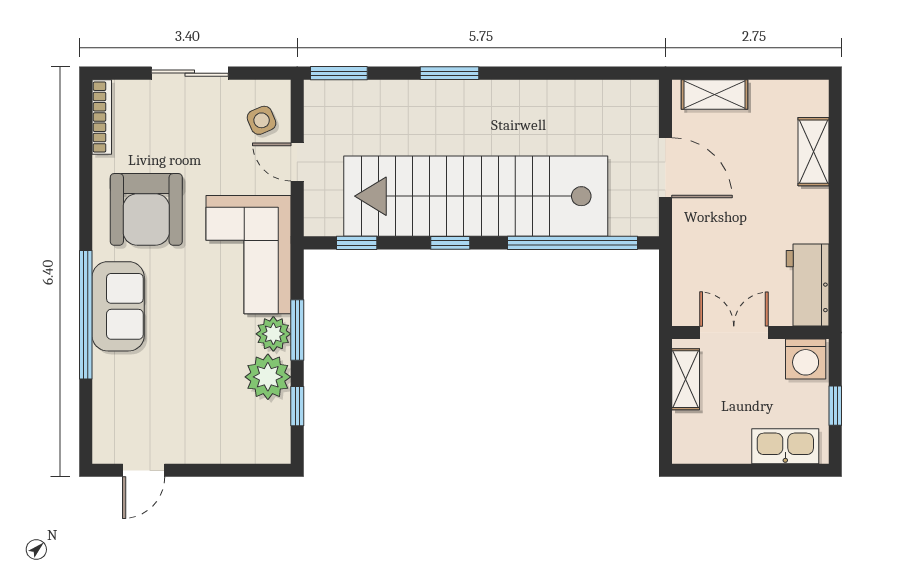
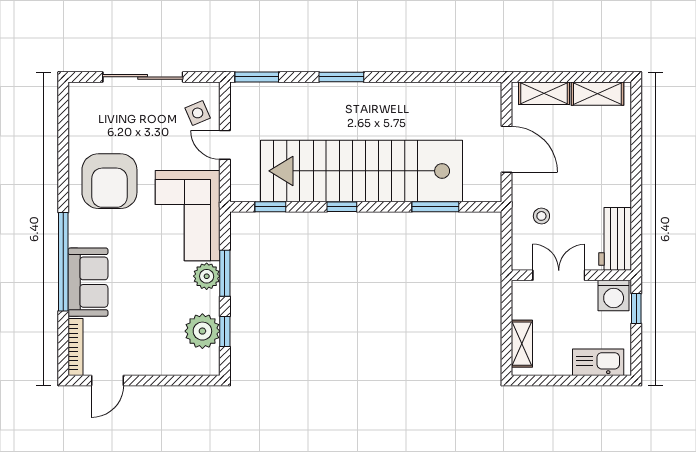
sliding door: (190, 73) -> (143, 77), width x1.37
bookcase: (102, 117) -> (75, 347), moved
shelving: (813, 152) -> (597, 94), moved, turned 90
window: (573, 243) -> (435, 207), width x0.47
stool: (711, 255) -> (541, 216), added
sofa: (118, 306) -> (88, 282), moved
plant: (268, 377) -> (202, 331), moved
shelving: (686, 379) -> (522, 344), moved
window: (835, 406) -> (636, 308), moved

